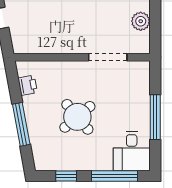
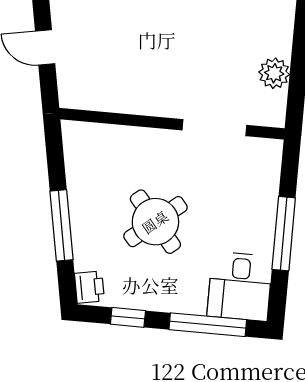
printer: (28, 85) -> (89, 287), moved

